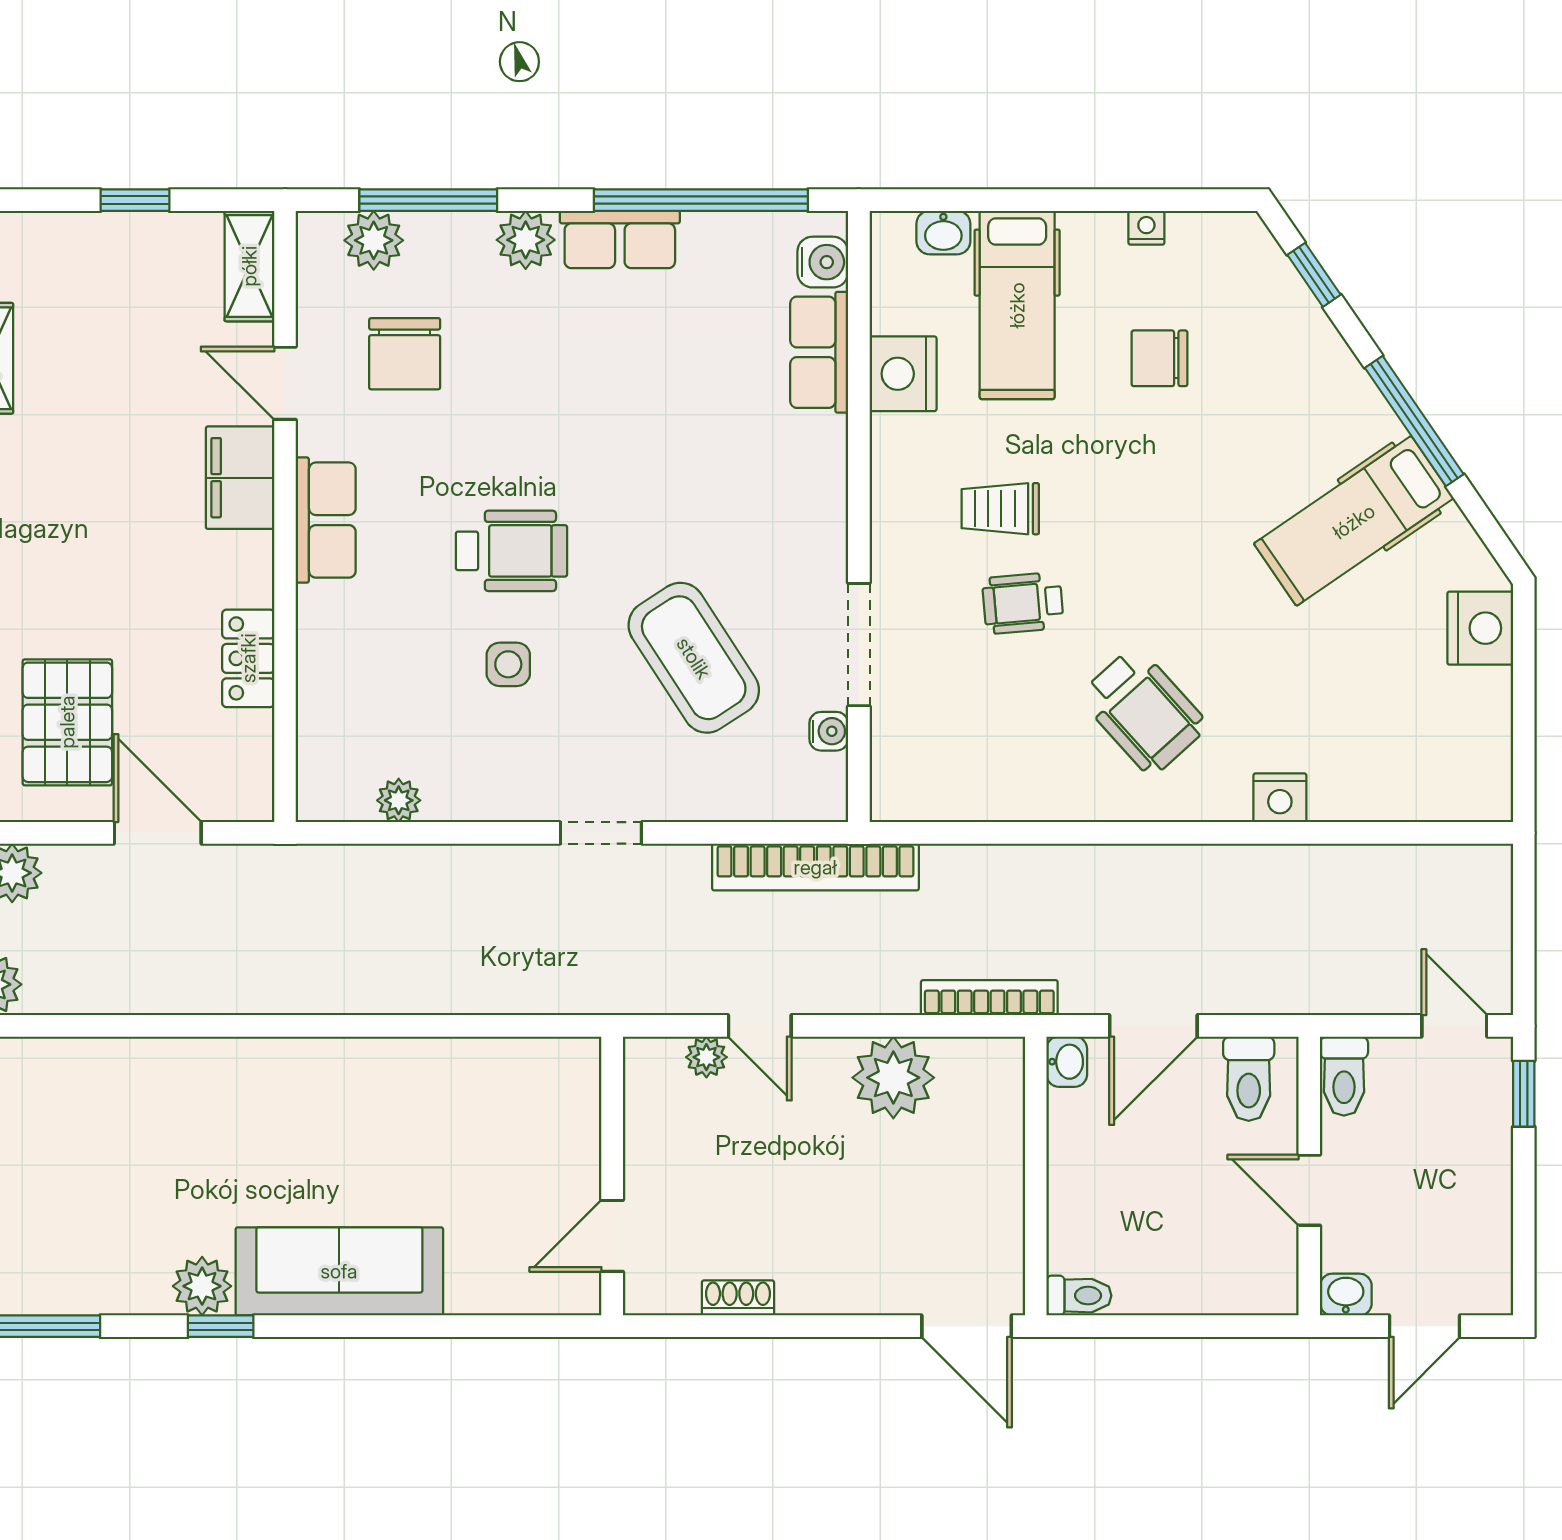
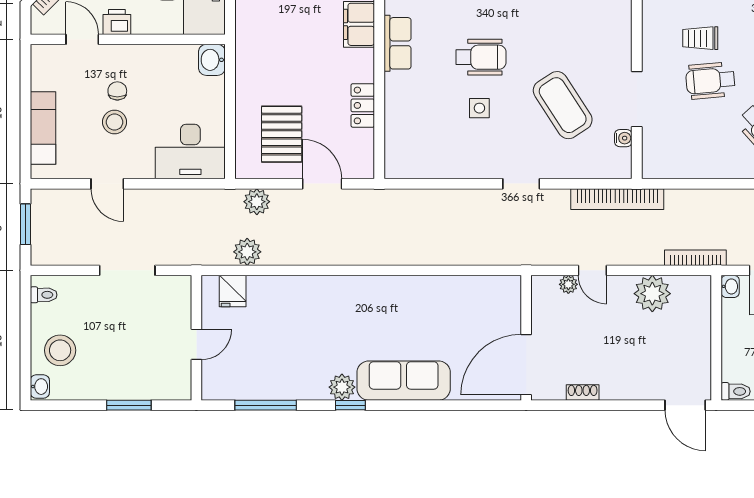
wheelchair: (1023, 603) -> (710, 81), width x1.36, depth x1.37
plant: (399, 800) -> (430, 169), removed
door: (612, 1236) -> (526, 365), width x1.87

